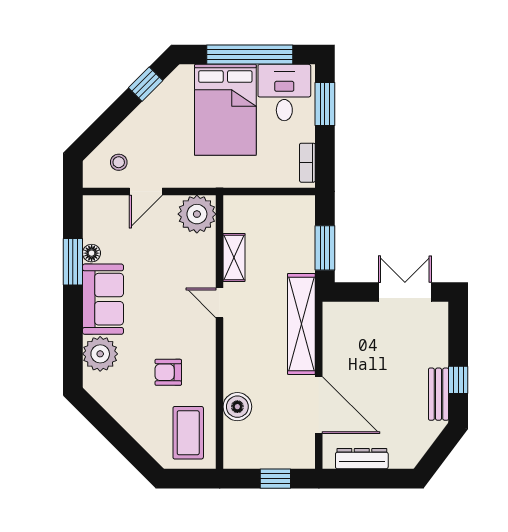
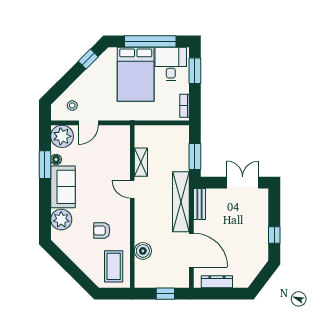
plant: (197, 214) -> (62, 136), moved
bench: (438, 394) -> (199, 204), moved

